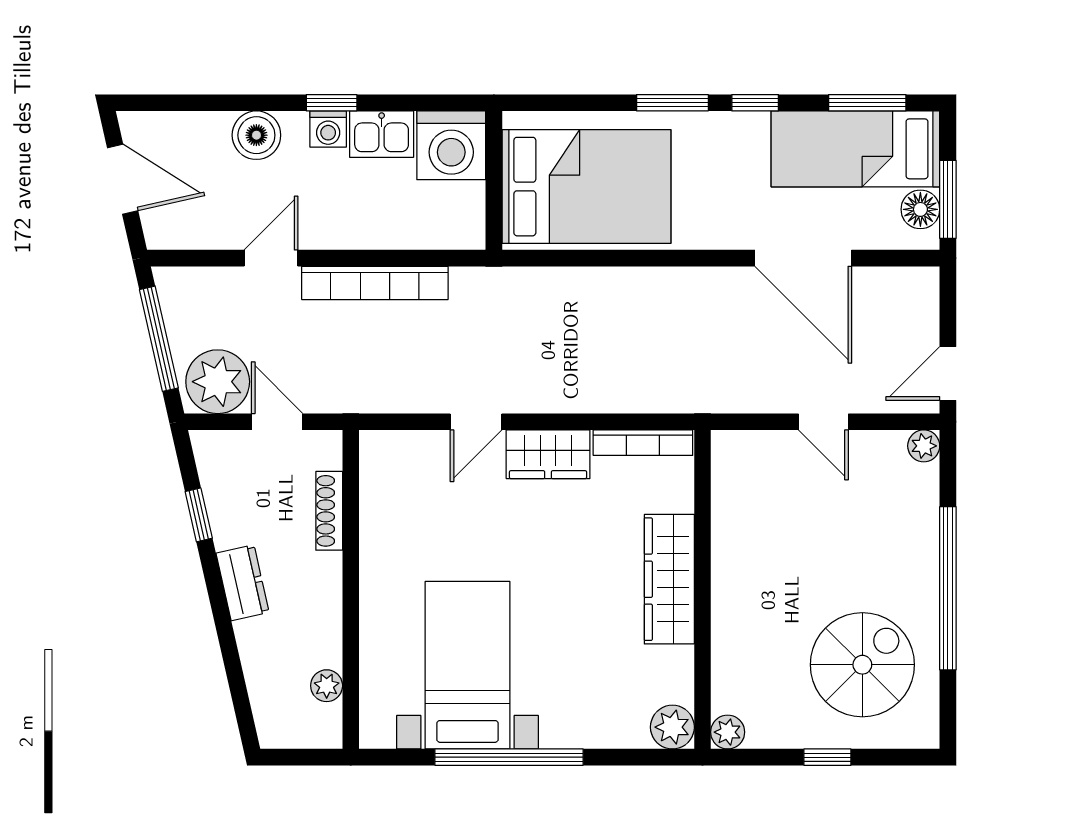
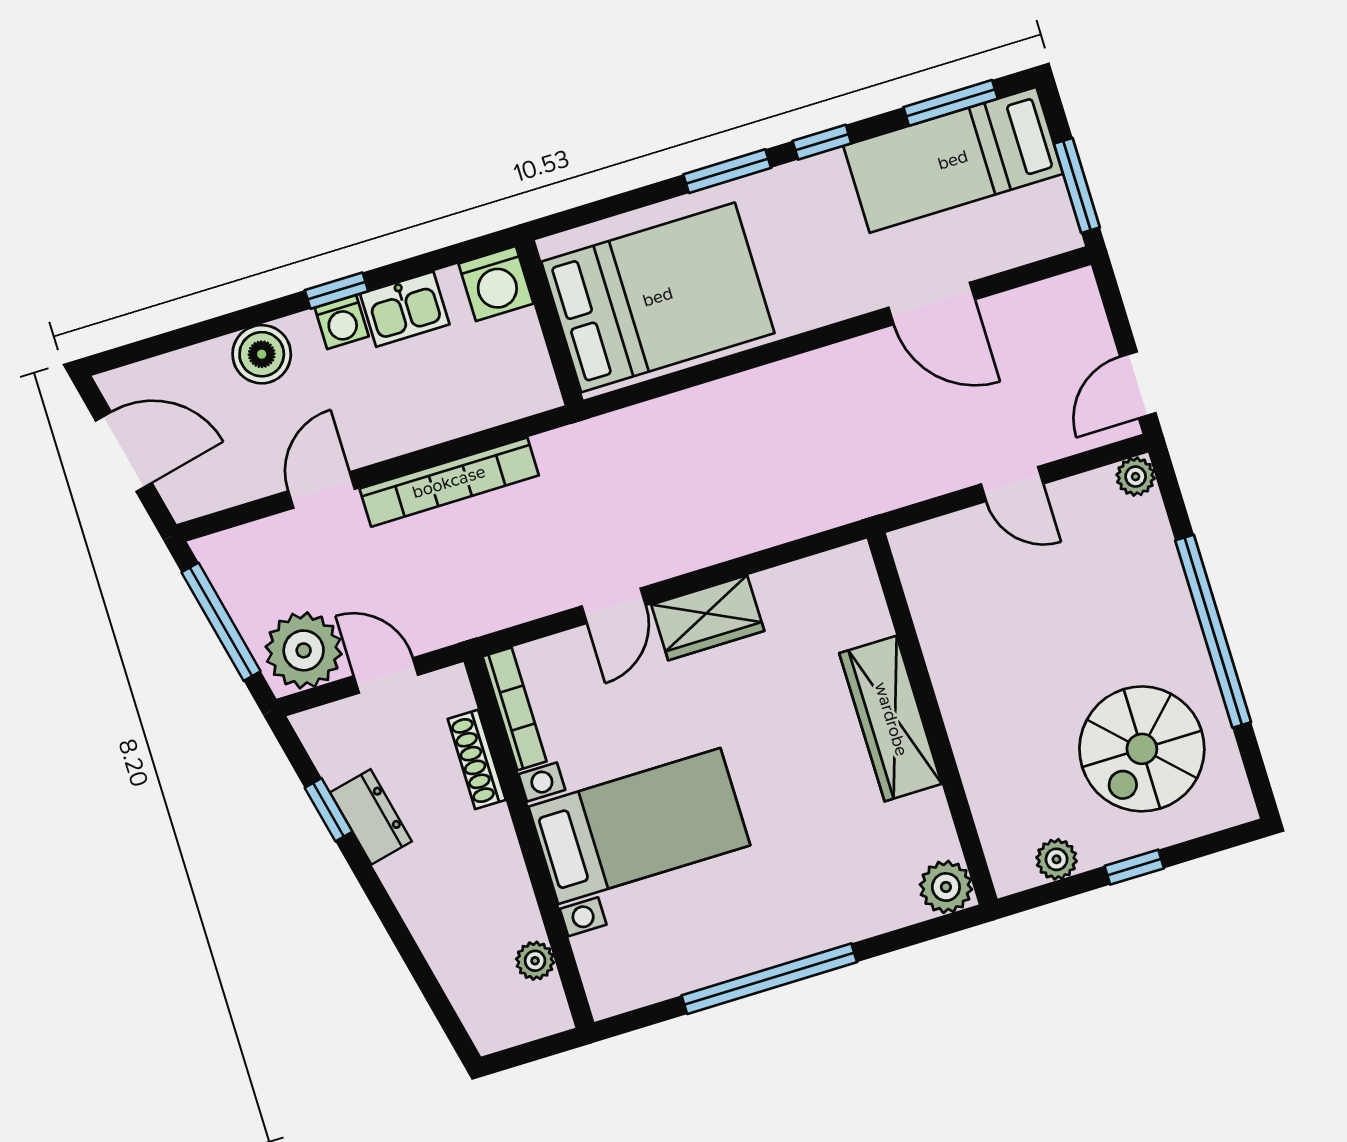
washing machine: (451, 145) -> (496, 284), width x0.73, depth x0.73
floor lamp: (920, 209) -> (1049, 207), removed
door: (803, 258) -> (932, 303), width x0.73
bookcase: (643, 443) -> (514, 709), moved, turned -90
dresser: (243, 583) -> (371, 817), moved
bed with nightstands: (468, 665) -> (639, 826), moved, turned 90
spiral stairs: (862, 665) -> (1142, 749), turned 180
plant: (728, 732) -> (1057, 859), moved

